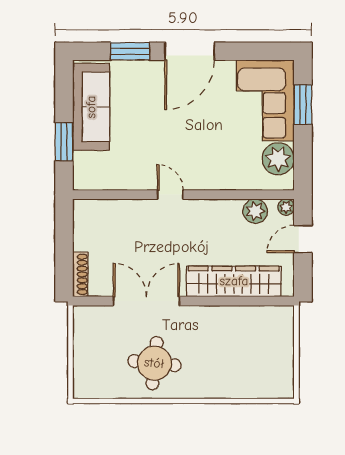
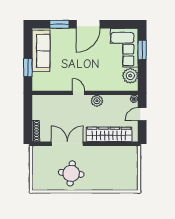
plant: (255, 211) -> (97, 101), moved

